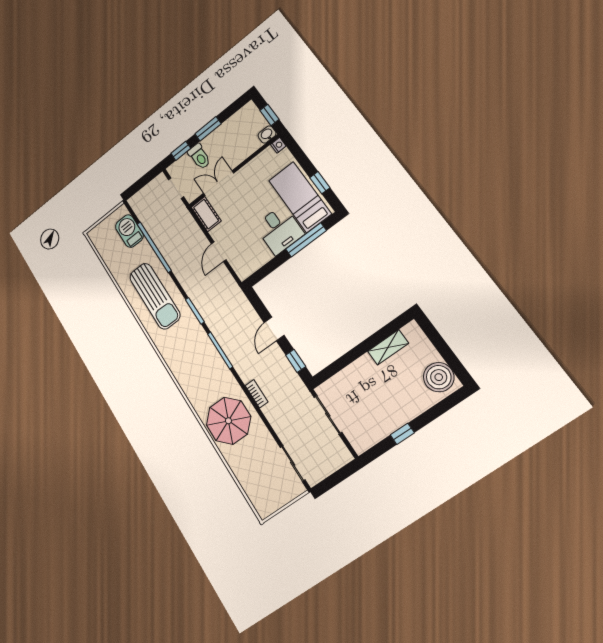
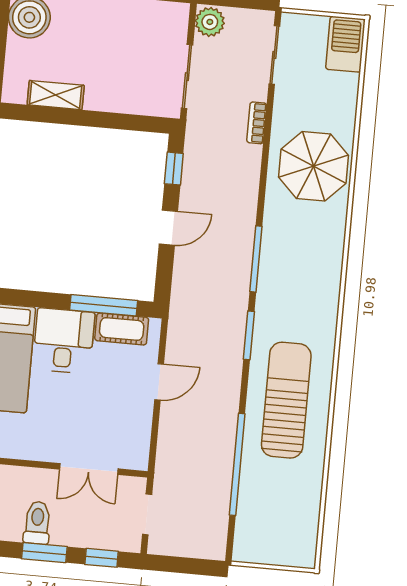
toilet: (199, 157) -> (37, 523), moved
cot: (206, 214) -> (122, 329), moved, turned 90
barbecue: (129, 231) -> (345, 44), moved, turned 180
window: (306, 240) -> (104, 305), moved
bookcase: (257, 394) -> (257, 123), moved
plant: (340, 454) -> (210, 22), added

